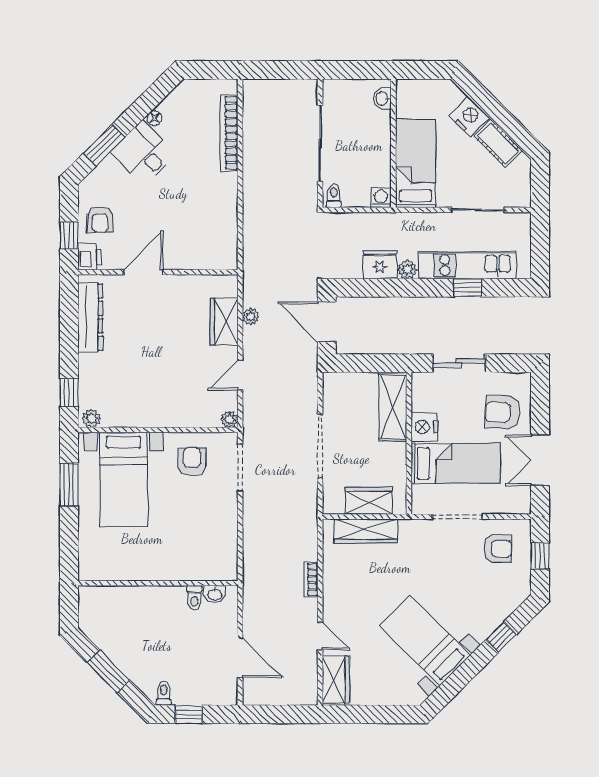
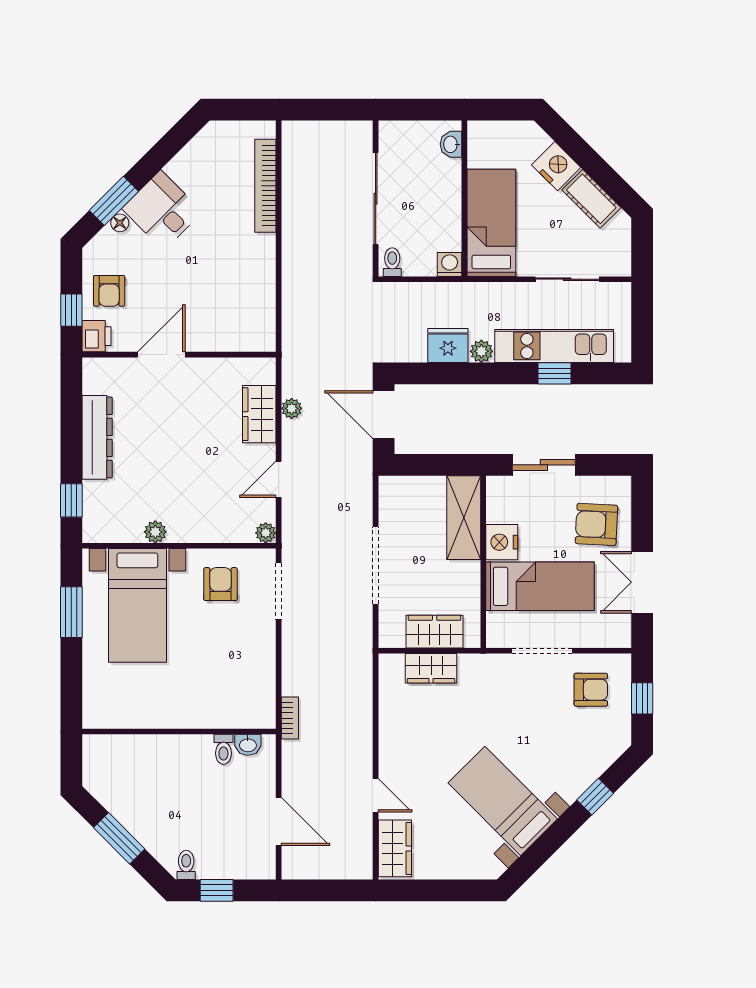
floor lamp: (154, 118) -> (120, 223), moved
dresser: (90, 317) -> (97, 437), moved
plant: (91, 418) -> (155, 532), moved
wardrobe: (366, 531) -> (431, 668), width x0.67
bookcase: (311, 579) -> (290, 718), moved, turned 180

